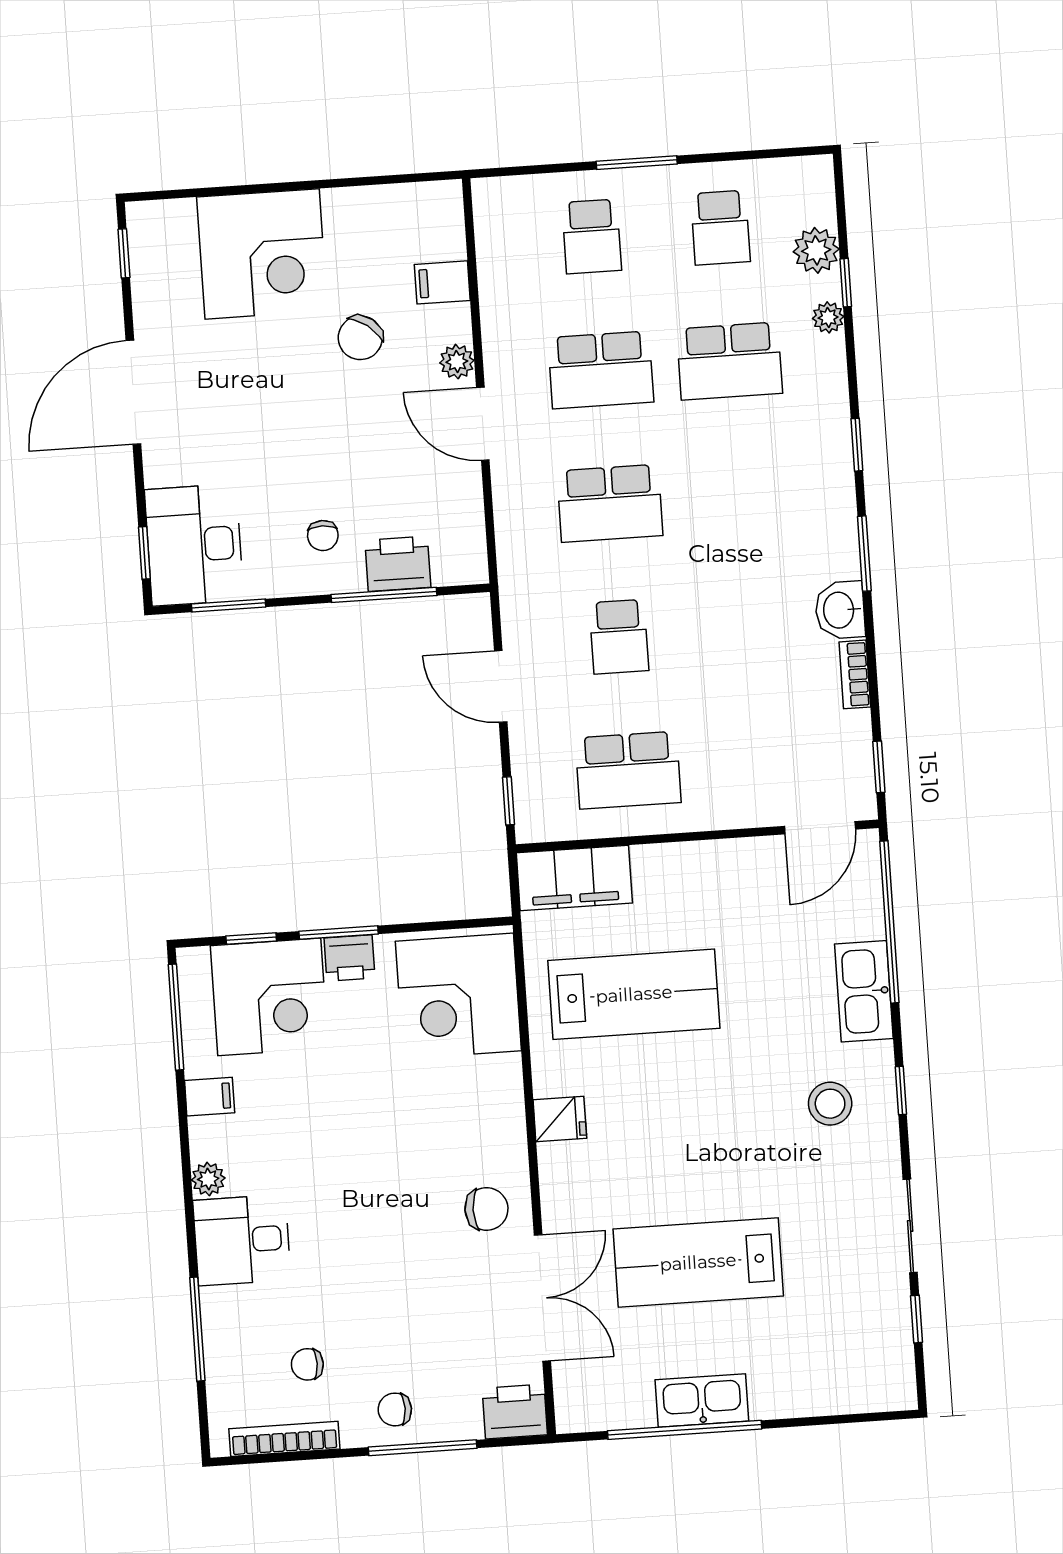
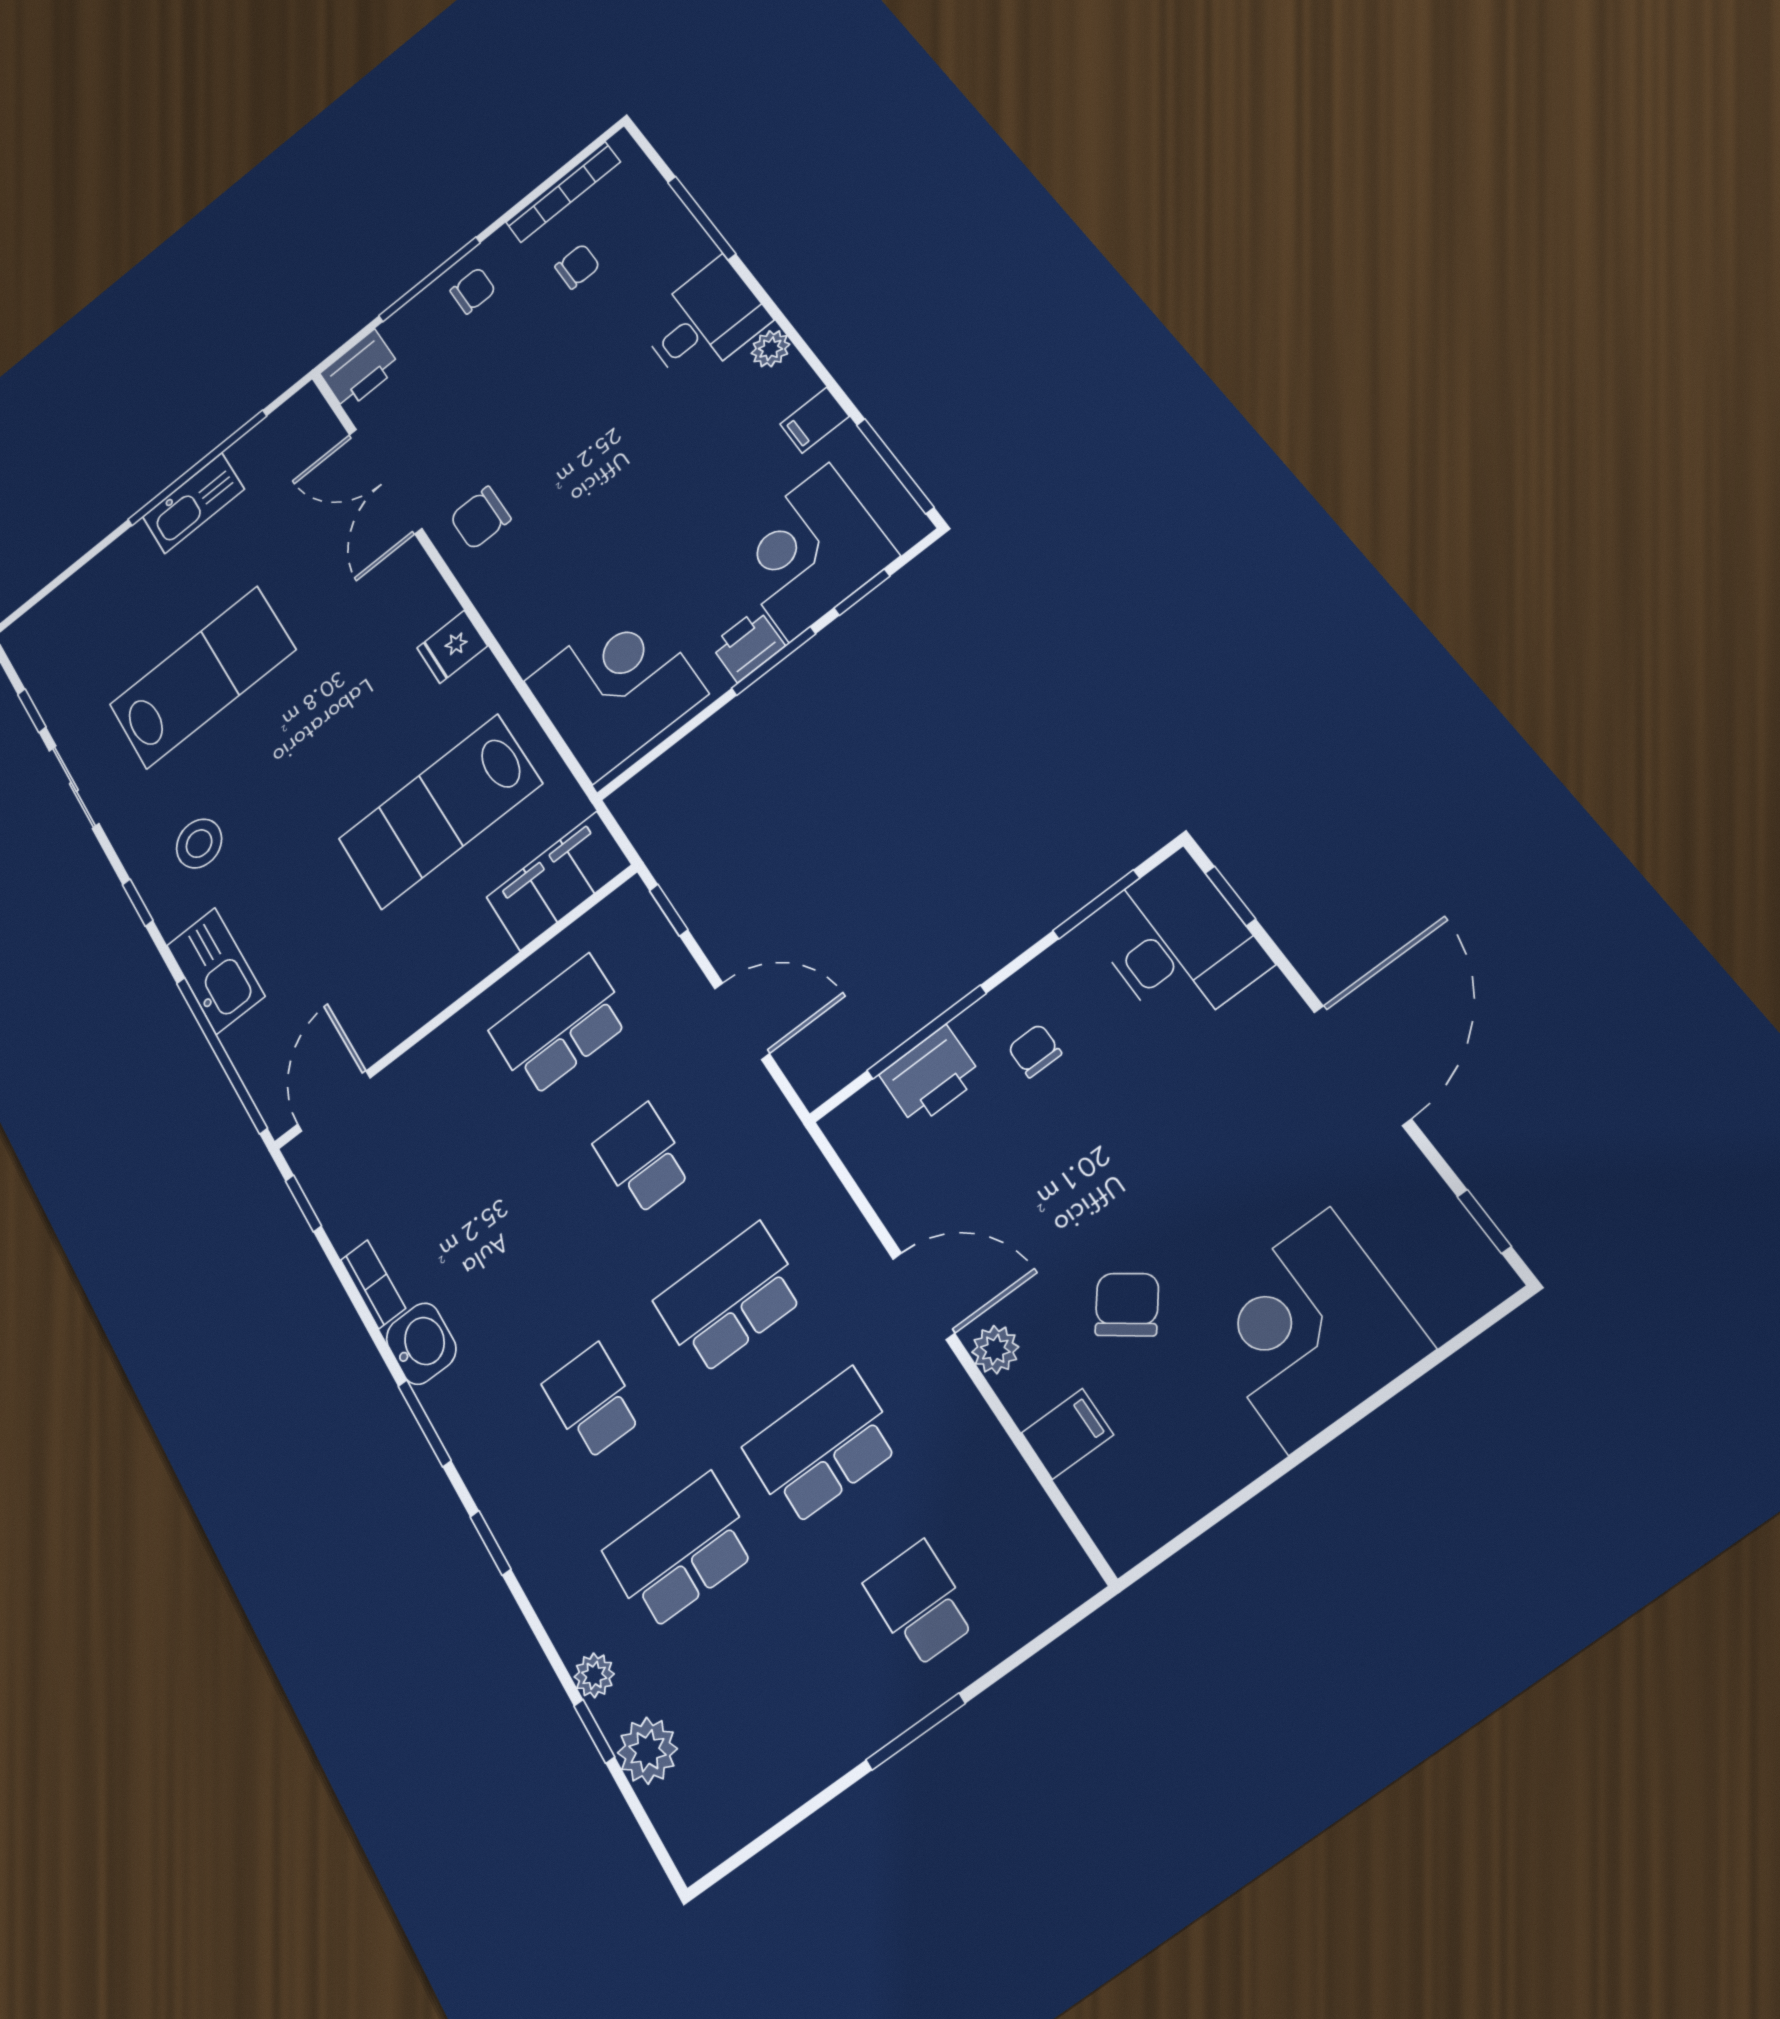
school desk: (720, 228) -> (592, 1401), moved
lab bench: (698, 1262) -> (202, 677), moved

